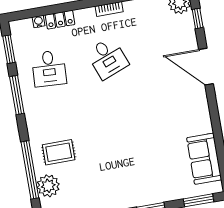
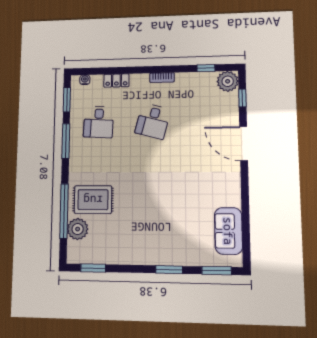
water cooler: (39, 21) -> (85, 80), moved
desk: (107, 58) -> (153, 121), turned 36
rug: (59, 152) -> (93, 200), width x1.36, depth x1.43

